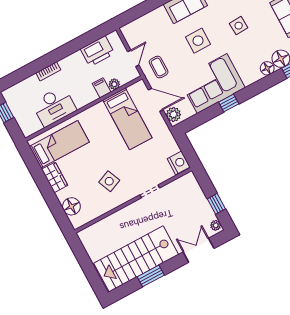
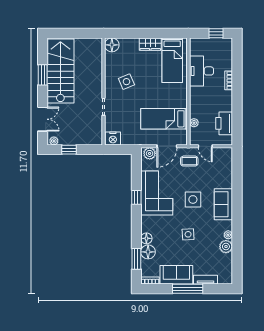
filing cabinet: (102, 88) -> (196, 112), removed
floor lamp: (71, 206) -> (112, 45), moved

